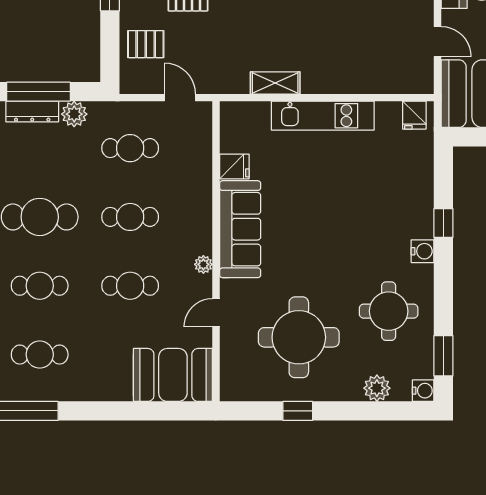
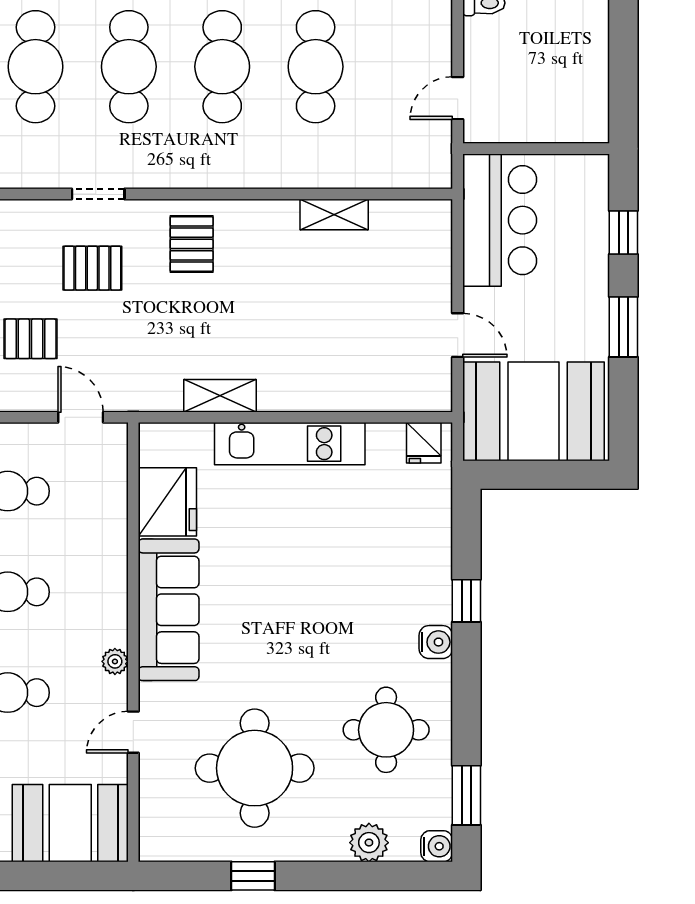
fridge: (234, 166) -> (167, 502), width x1.88, depth x1.34

